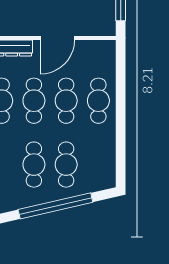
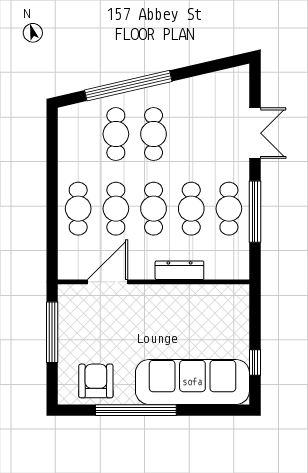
door: (57, 38) -> (107, 282), moved

